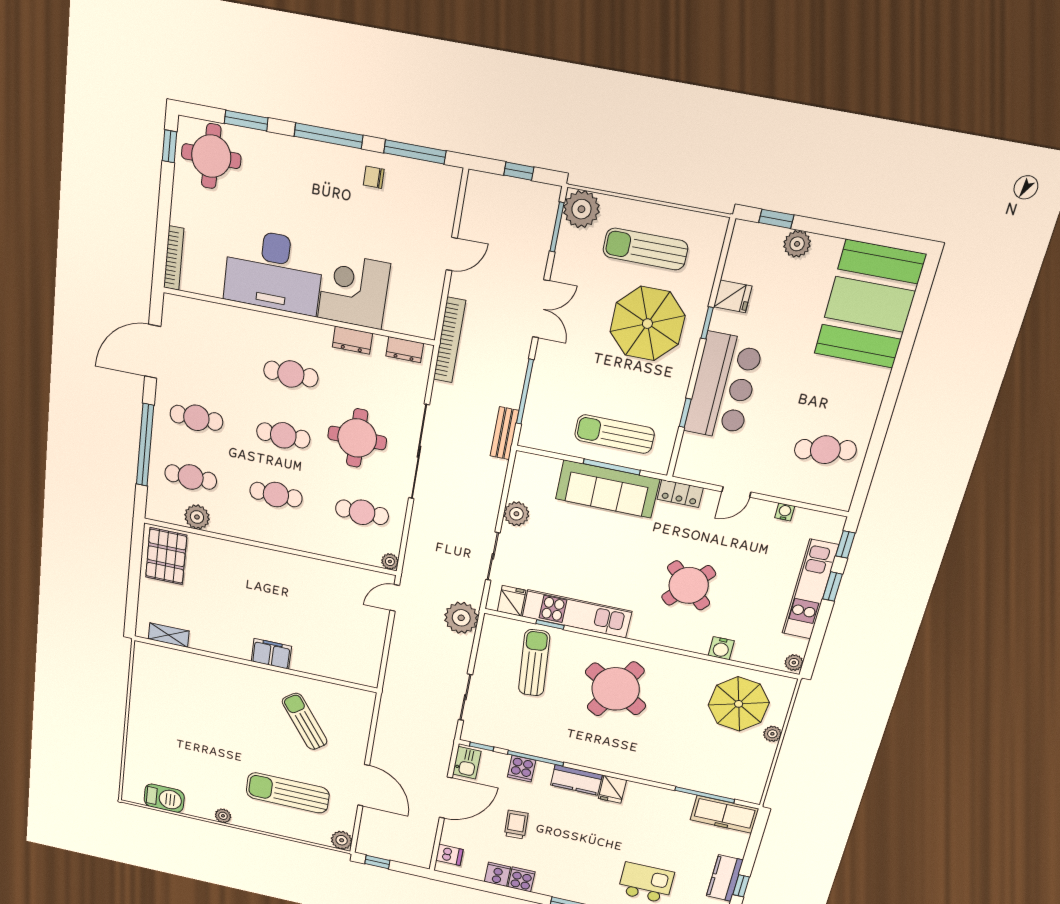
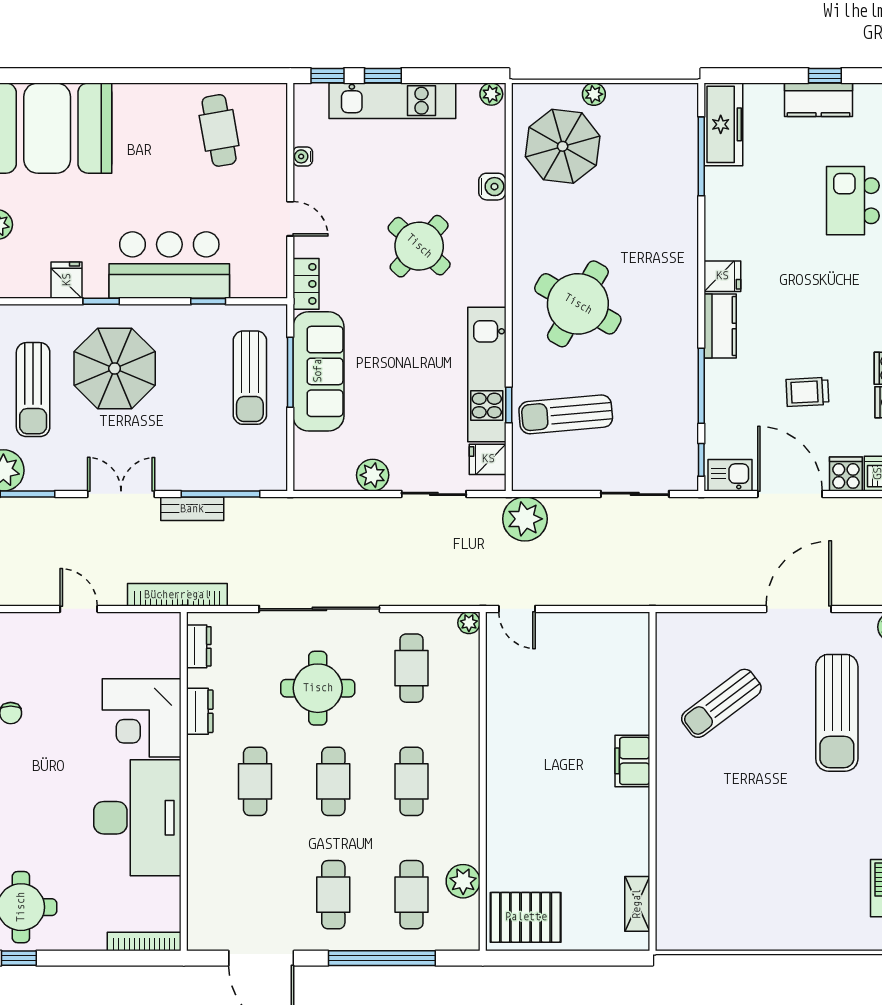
bench: (504, 433) -> (192, 509), moved
cooker: (522, 769) -> (846, 474), moved, turned -90

